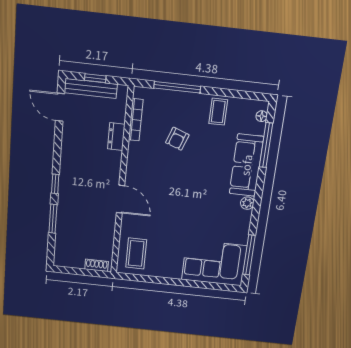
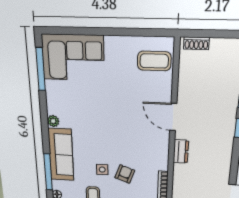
dresser: (116, 137) -> (181, 152), moved
side table: (202, 145) -> (102, 170), added
coffee table: (136, 253) -> (154, 61), turned 90

